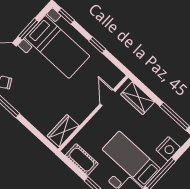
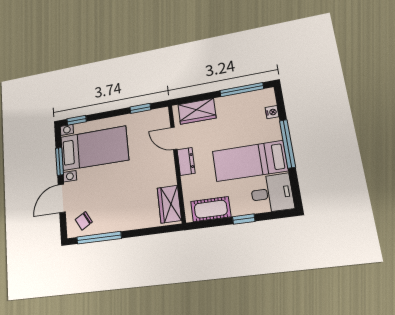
window: (97, 45) -> (140, 108), moved
dresser: (99, 119) -> (186, 161), added
nightstand: (168, 149) -> (272, 112), width x0.53, depth x0.56

